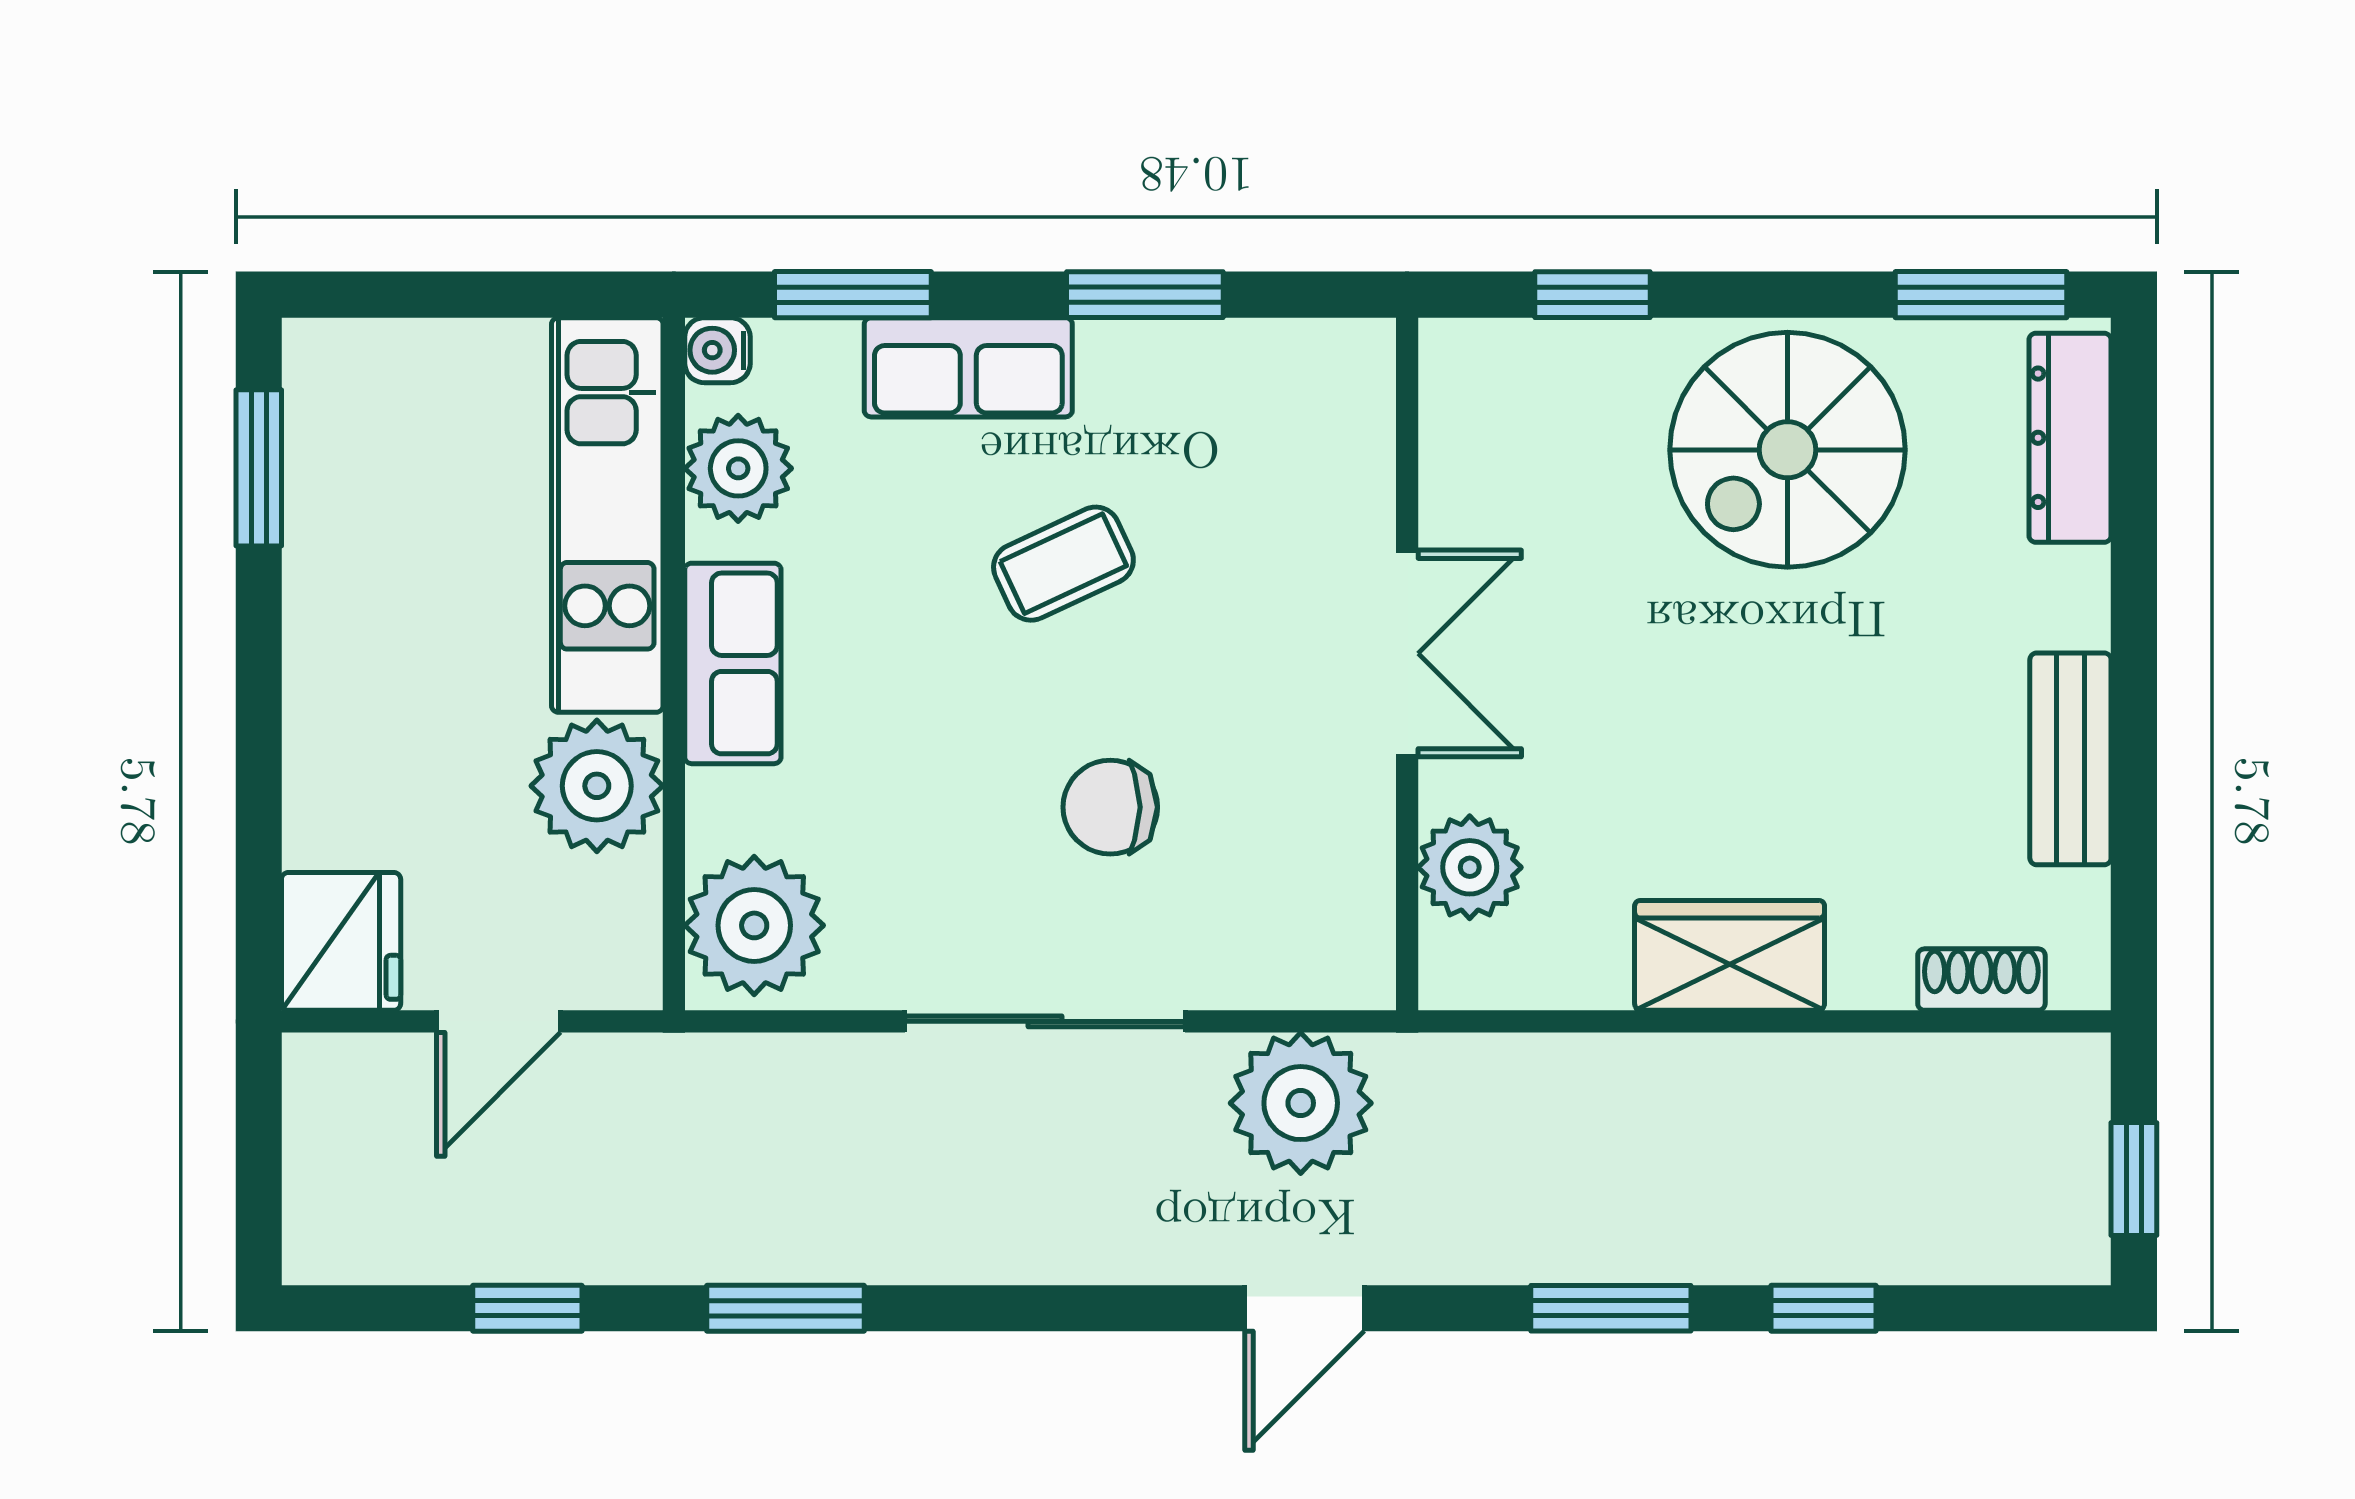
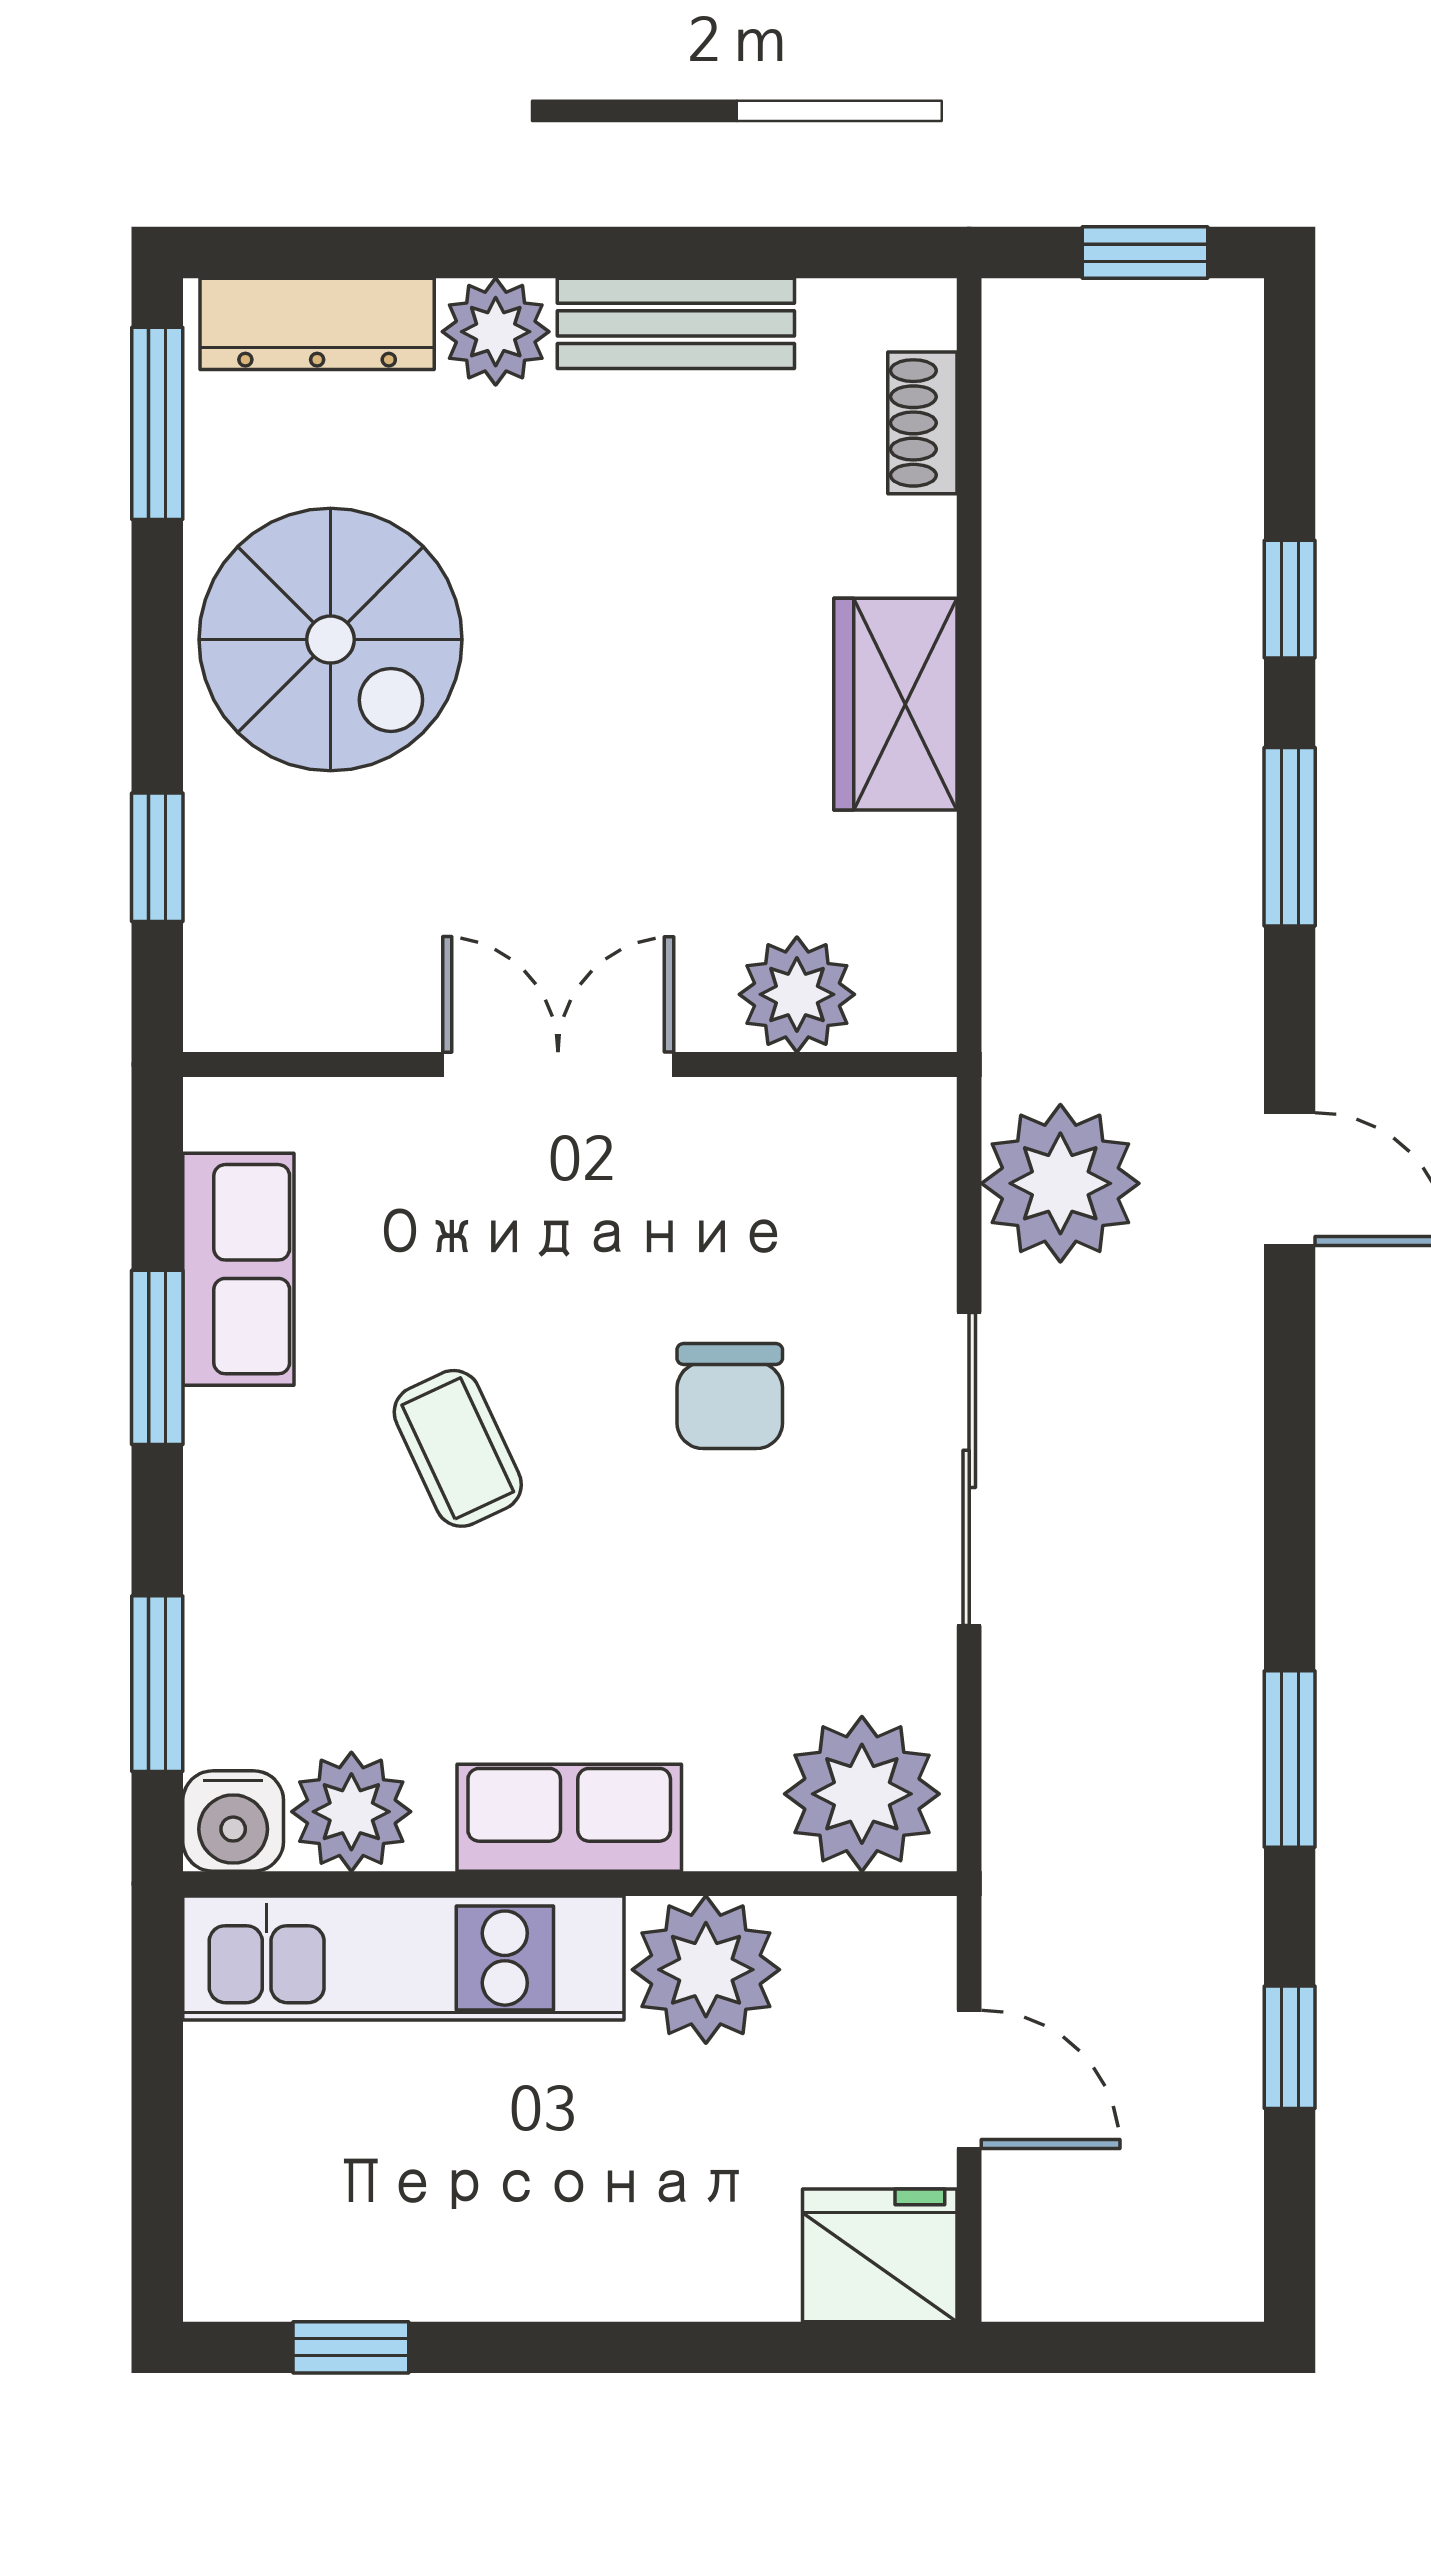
water cooler: (717, 350) -> (233, 1821), width x1.38, depth x1.38
row of seats: (968, 367) -> (238, 1269), moved
window: (259, 468) -> (351, 2347), width x0.67
plant: (2063, 598) -> (496, 332), added

